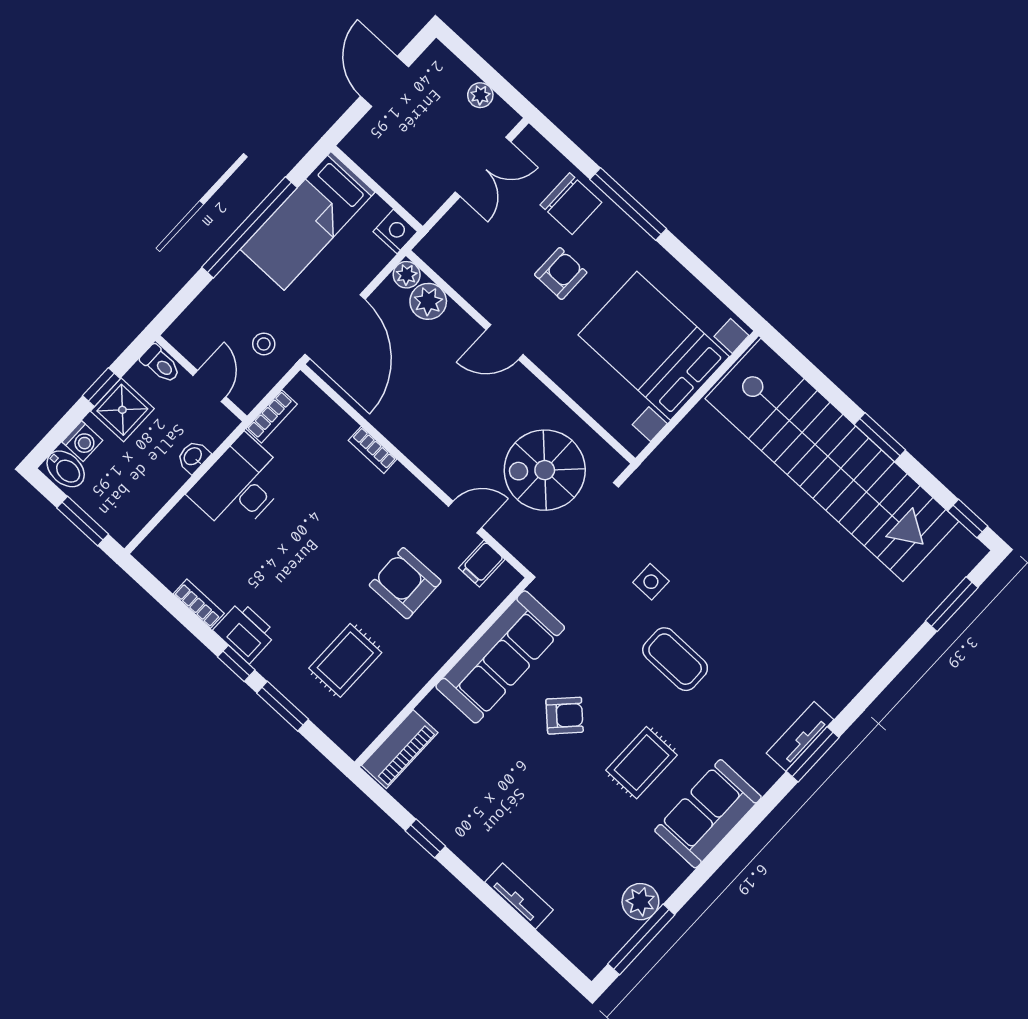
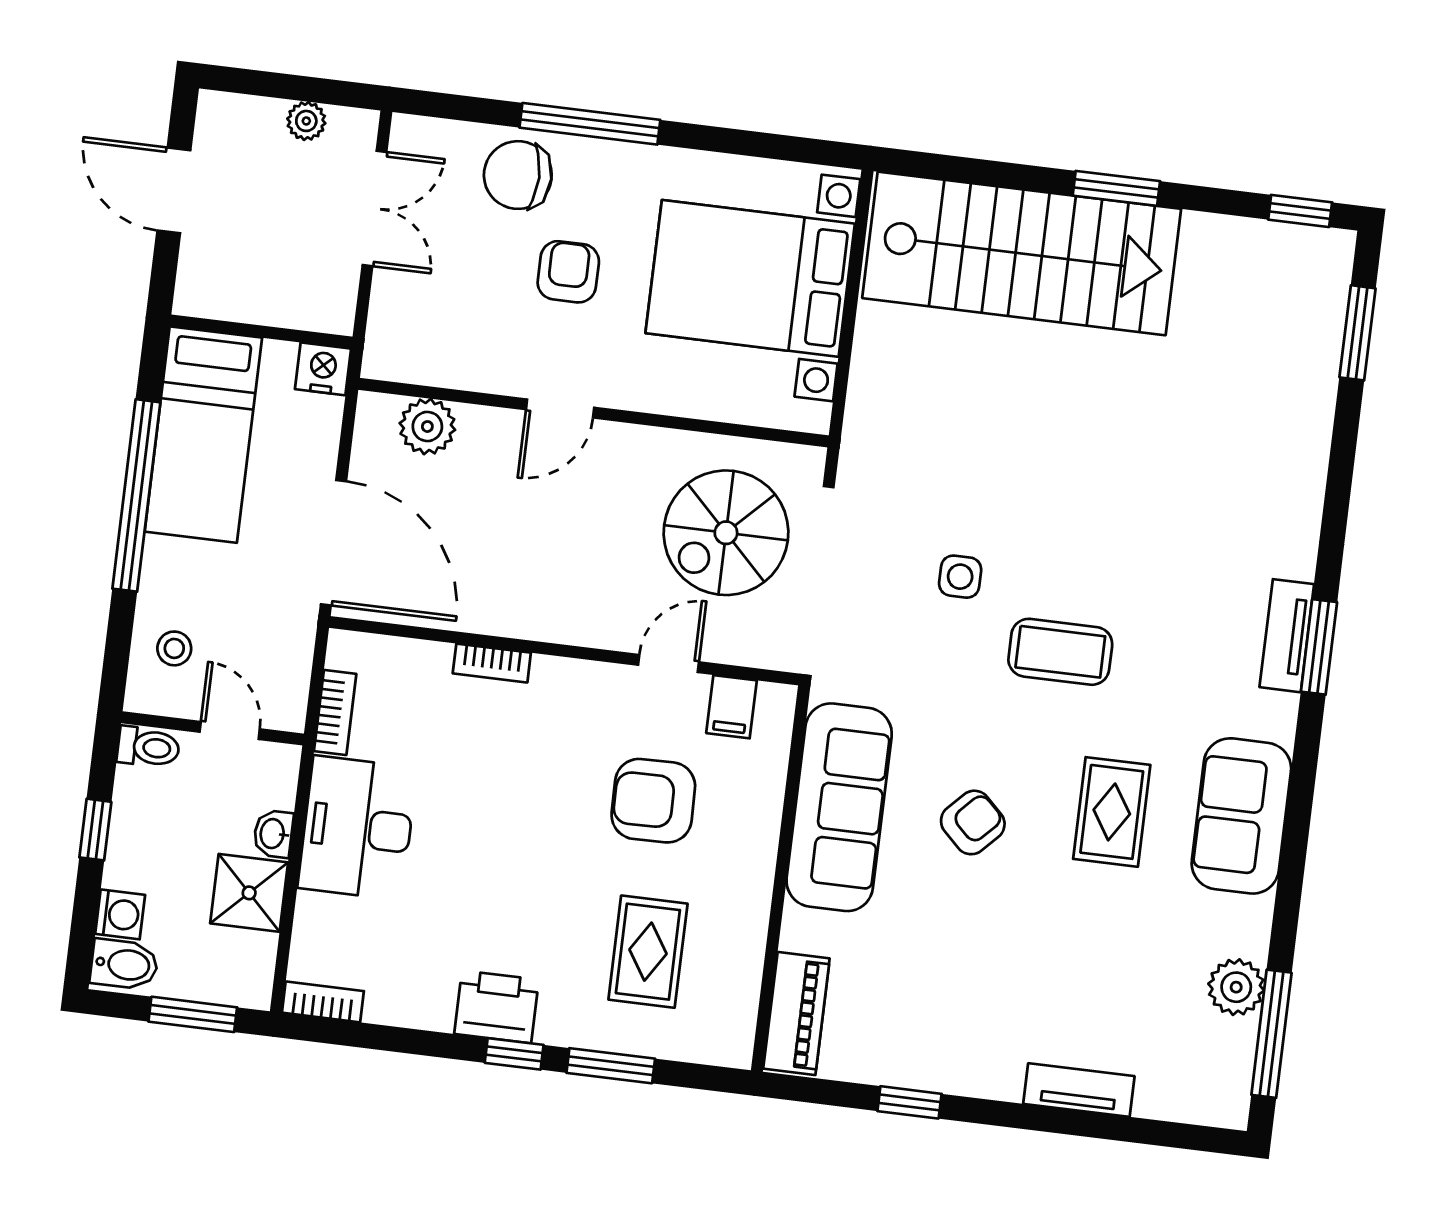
chair: (571, 204) -> (518, 175), turned 180
plant: (407, 275) -> (376, 413), removed
stool: (264, 344) -> (174, 648), moved
shower: (122, 410) -> (249, 893), moved
stairs: (832, 460) -> (1022, 254), width x0.73
bookcase: (199, 604) -> (323, 1002), moved

